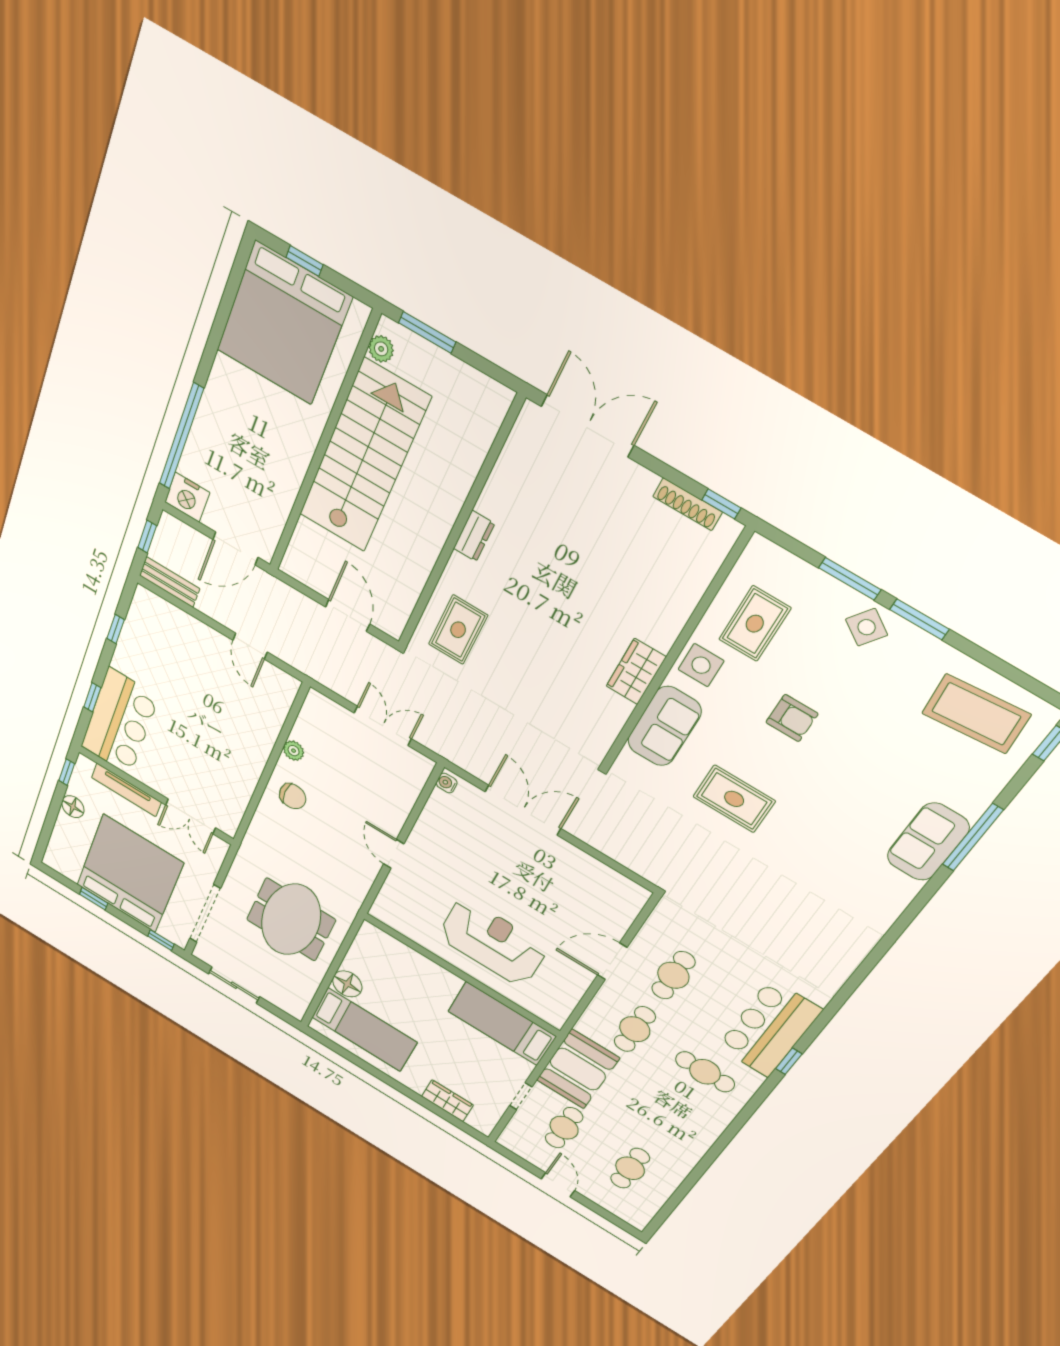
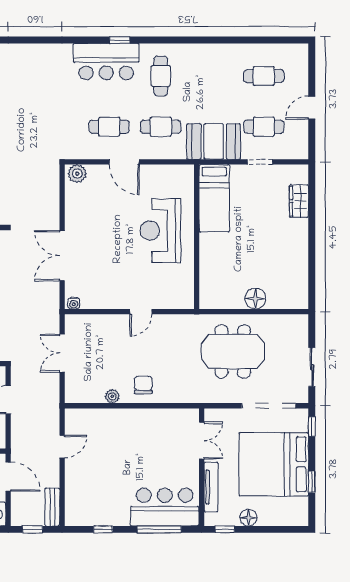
window: (92, 697) -> (159, 529), width x2.17
plant: (631, 899) -> (77, 174), added
bed: (364, 1030) -> (283, 274), removed

